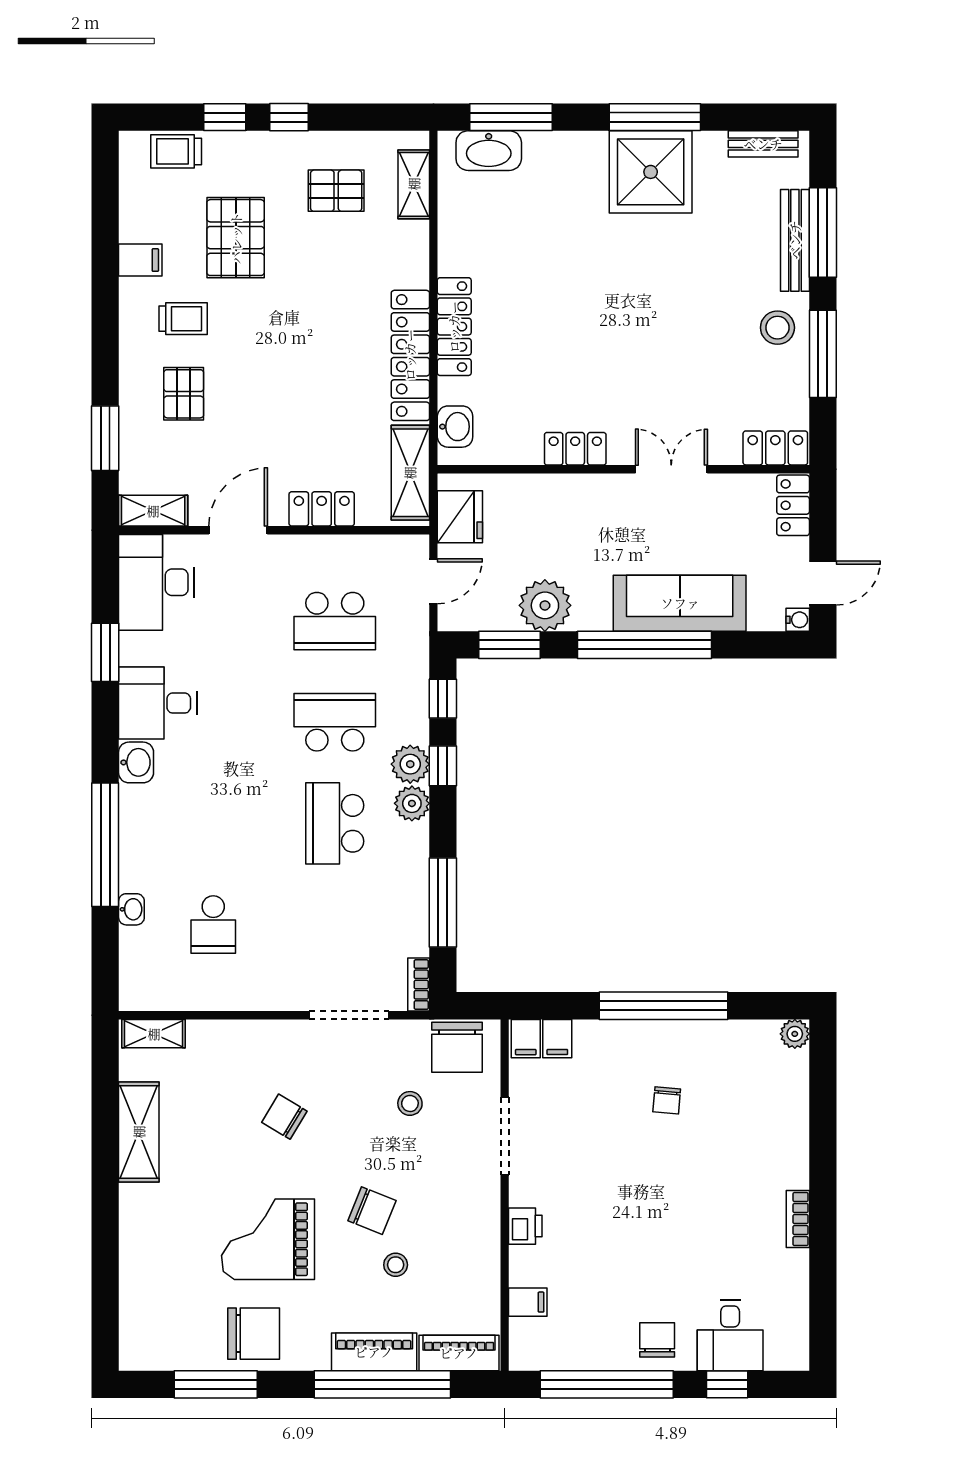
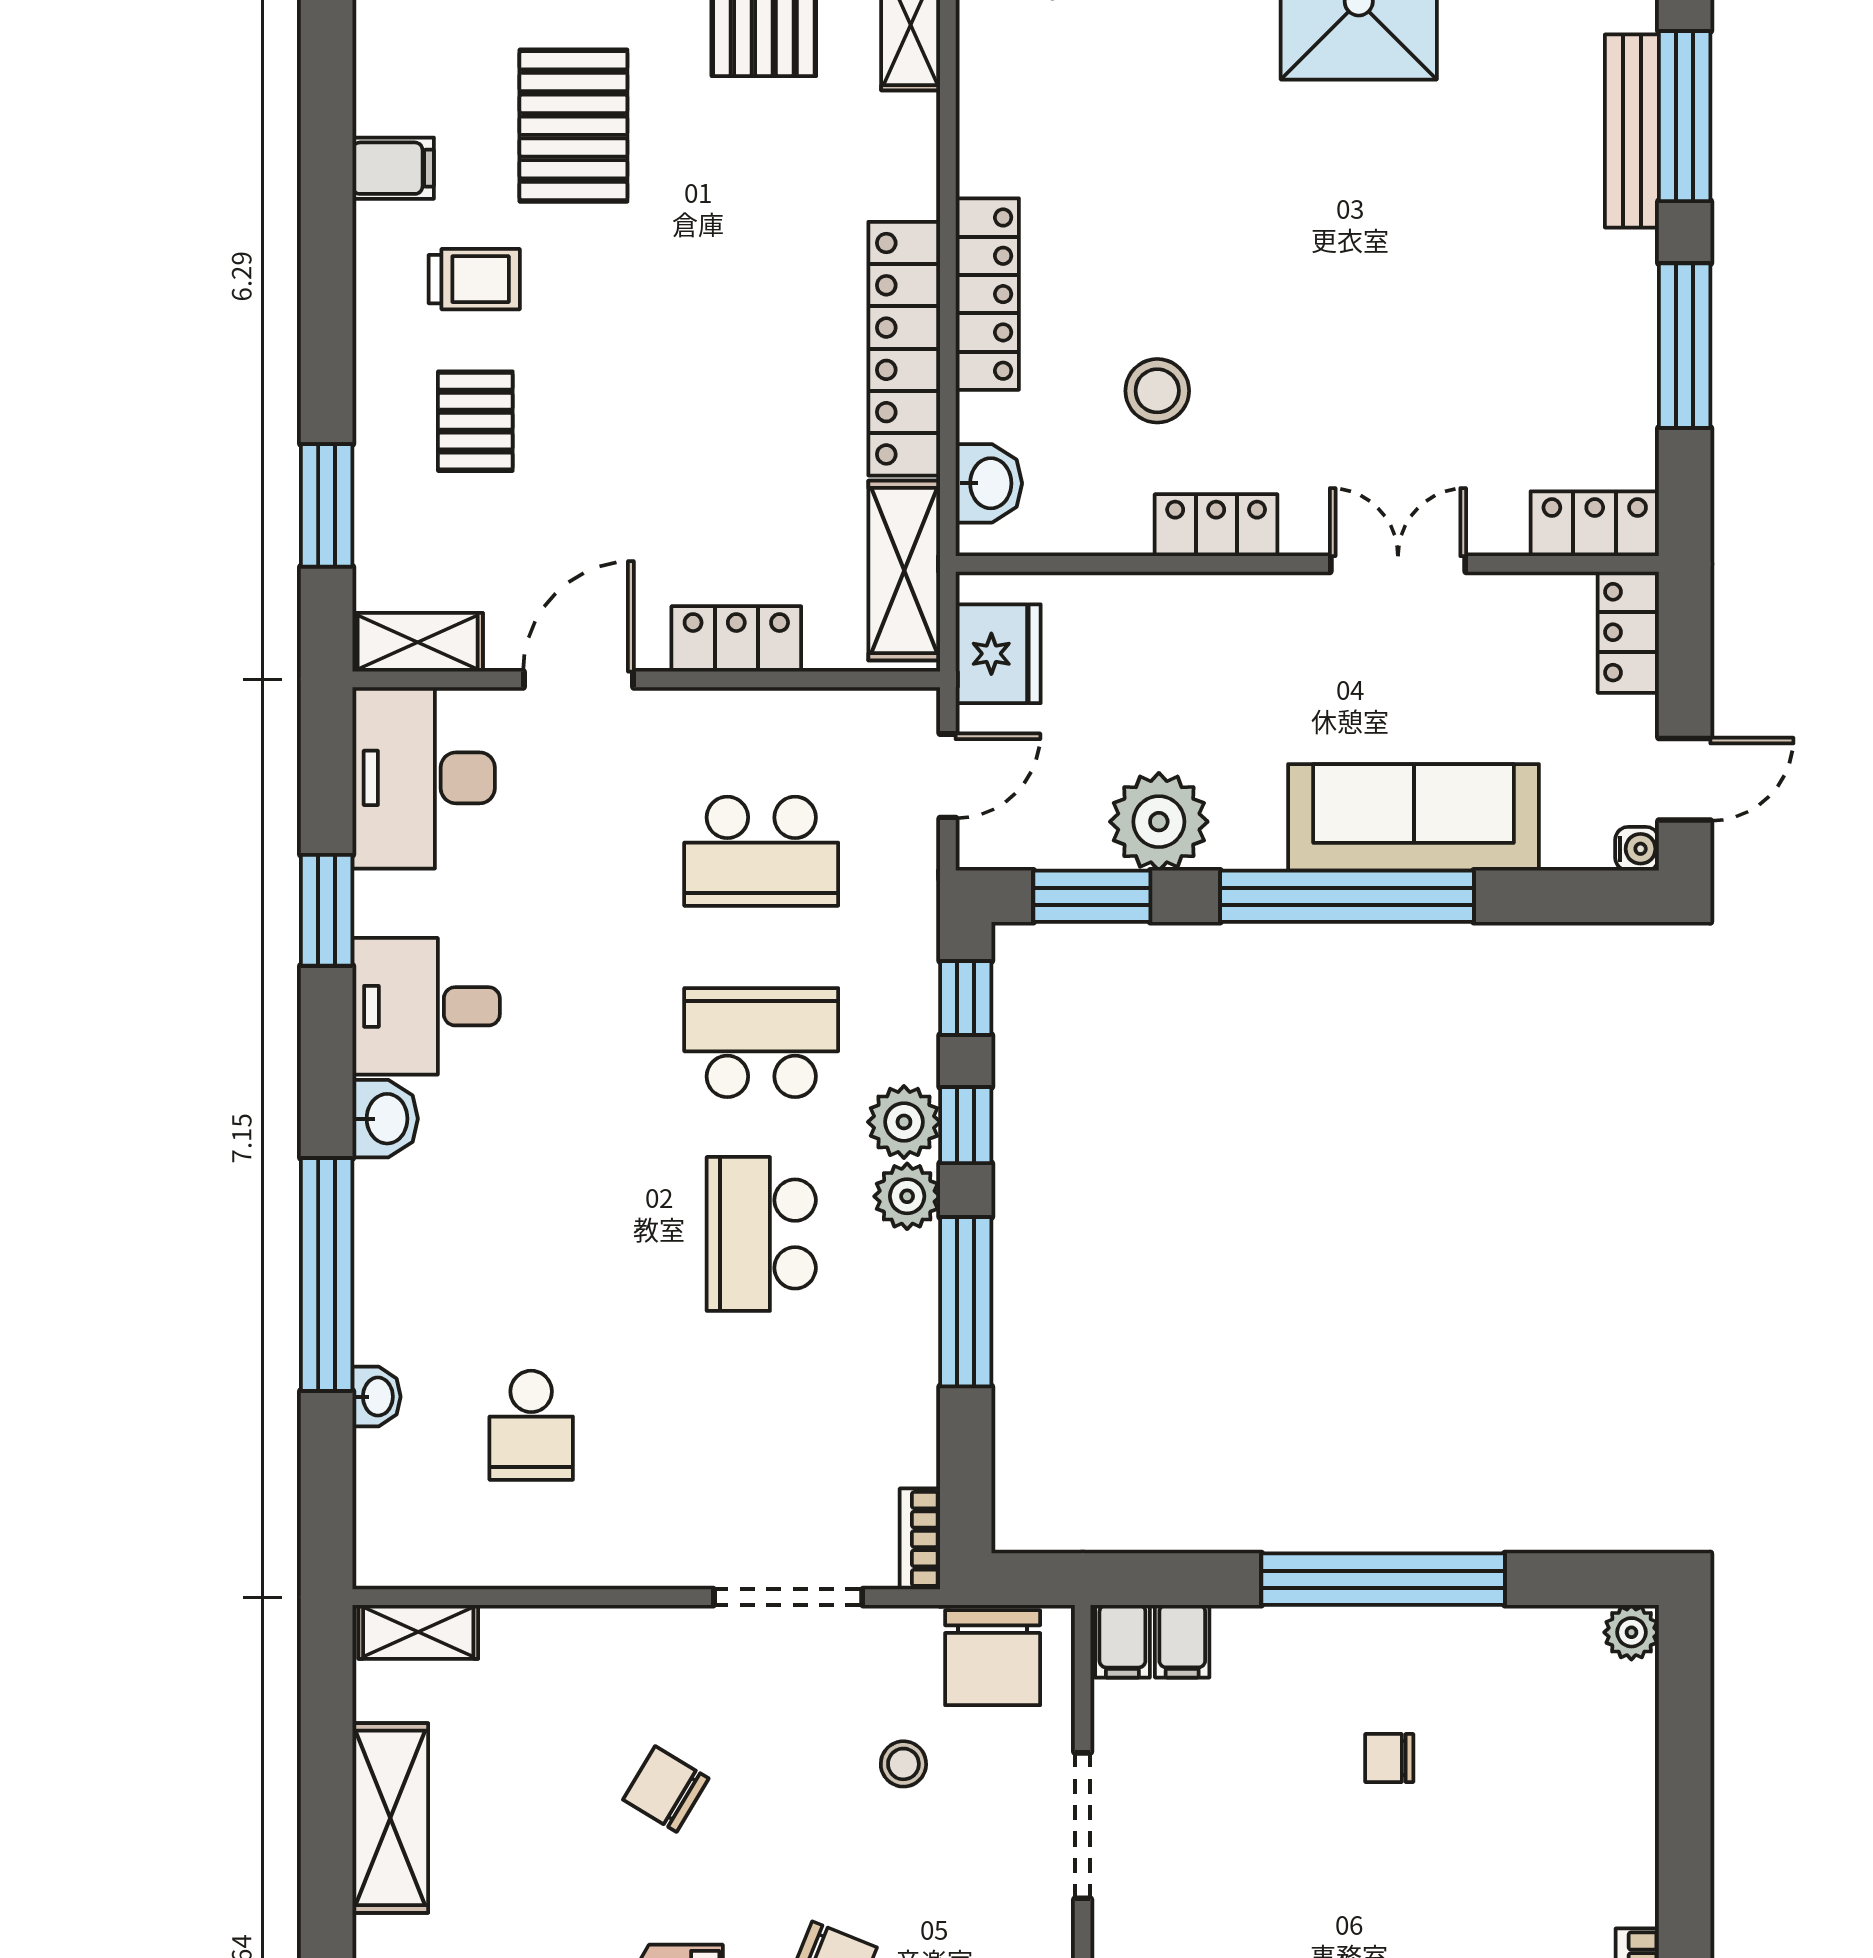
stool: (777, 328) -> (1157, 391), moved
window: (443, 902) -> (966, 1302), moved
chair: (667, 1100) -> (1389, 1758), turned 85

